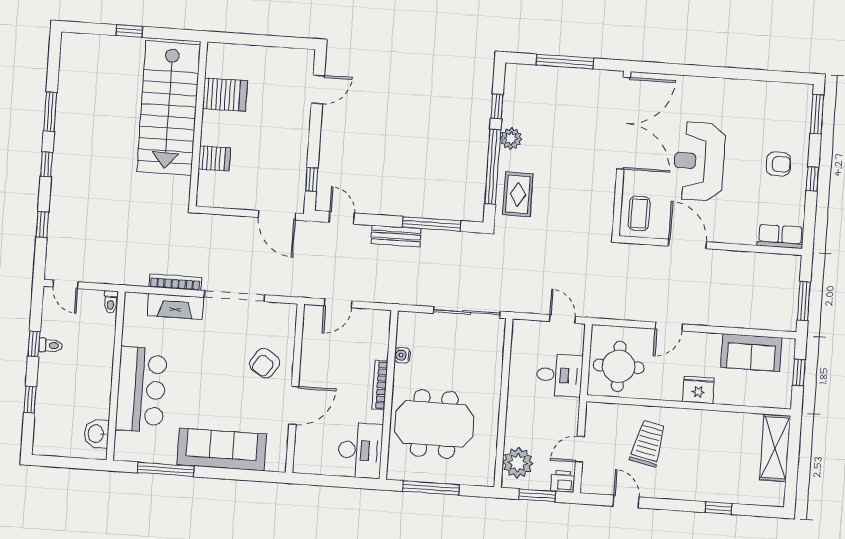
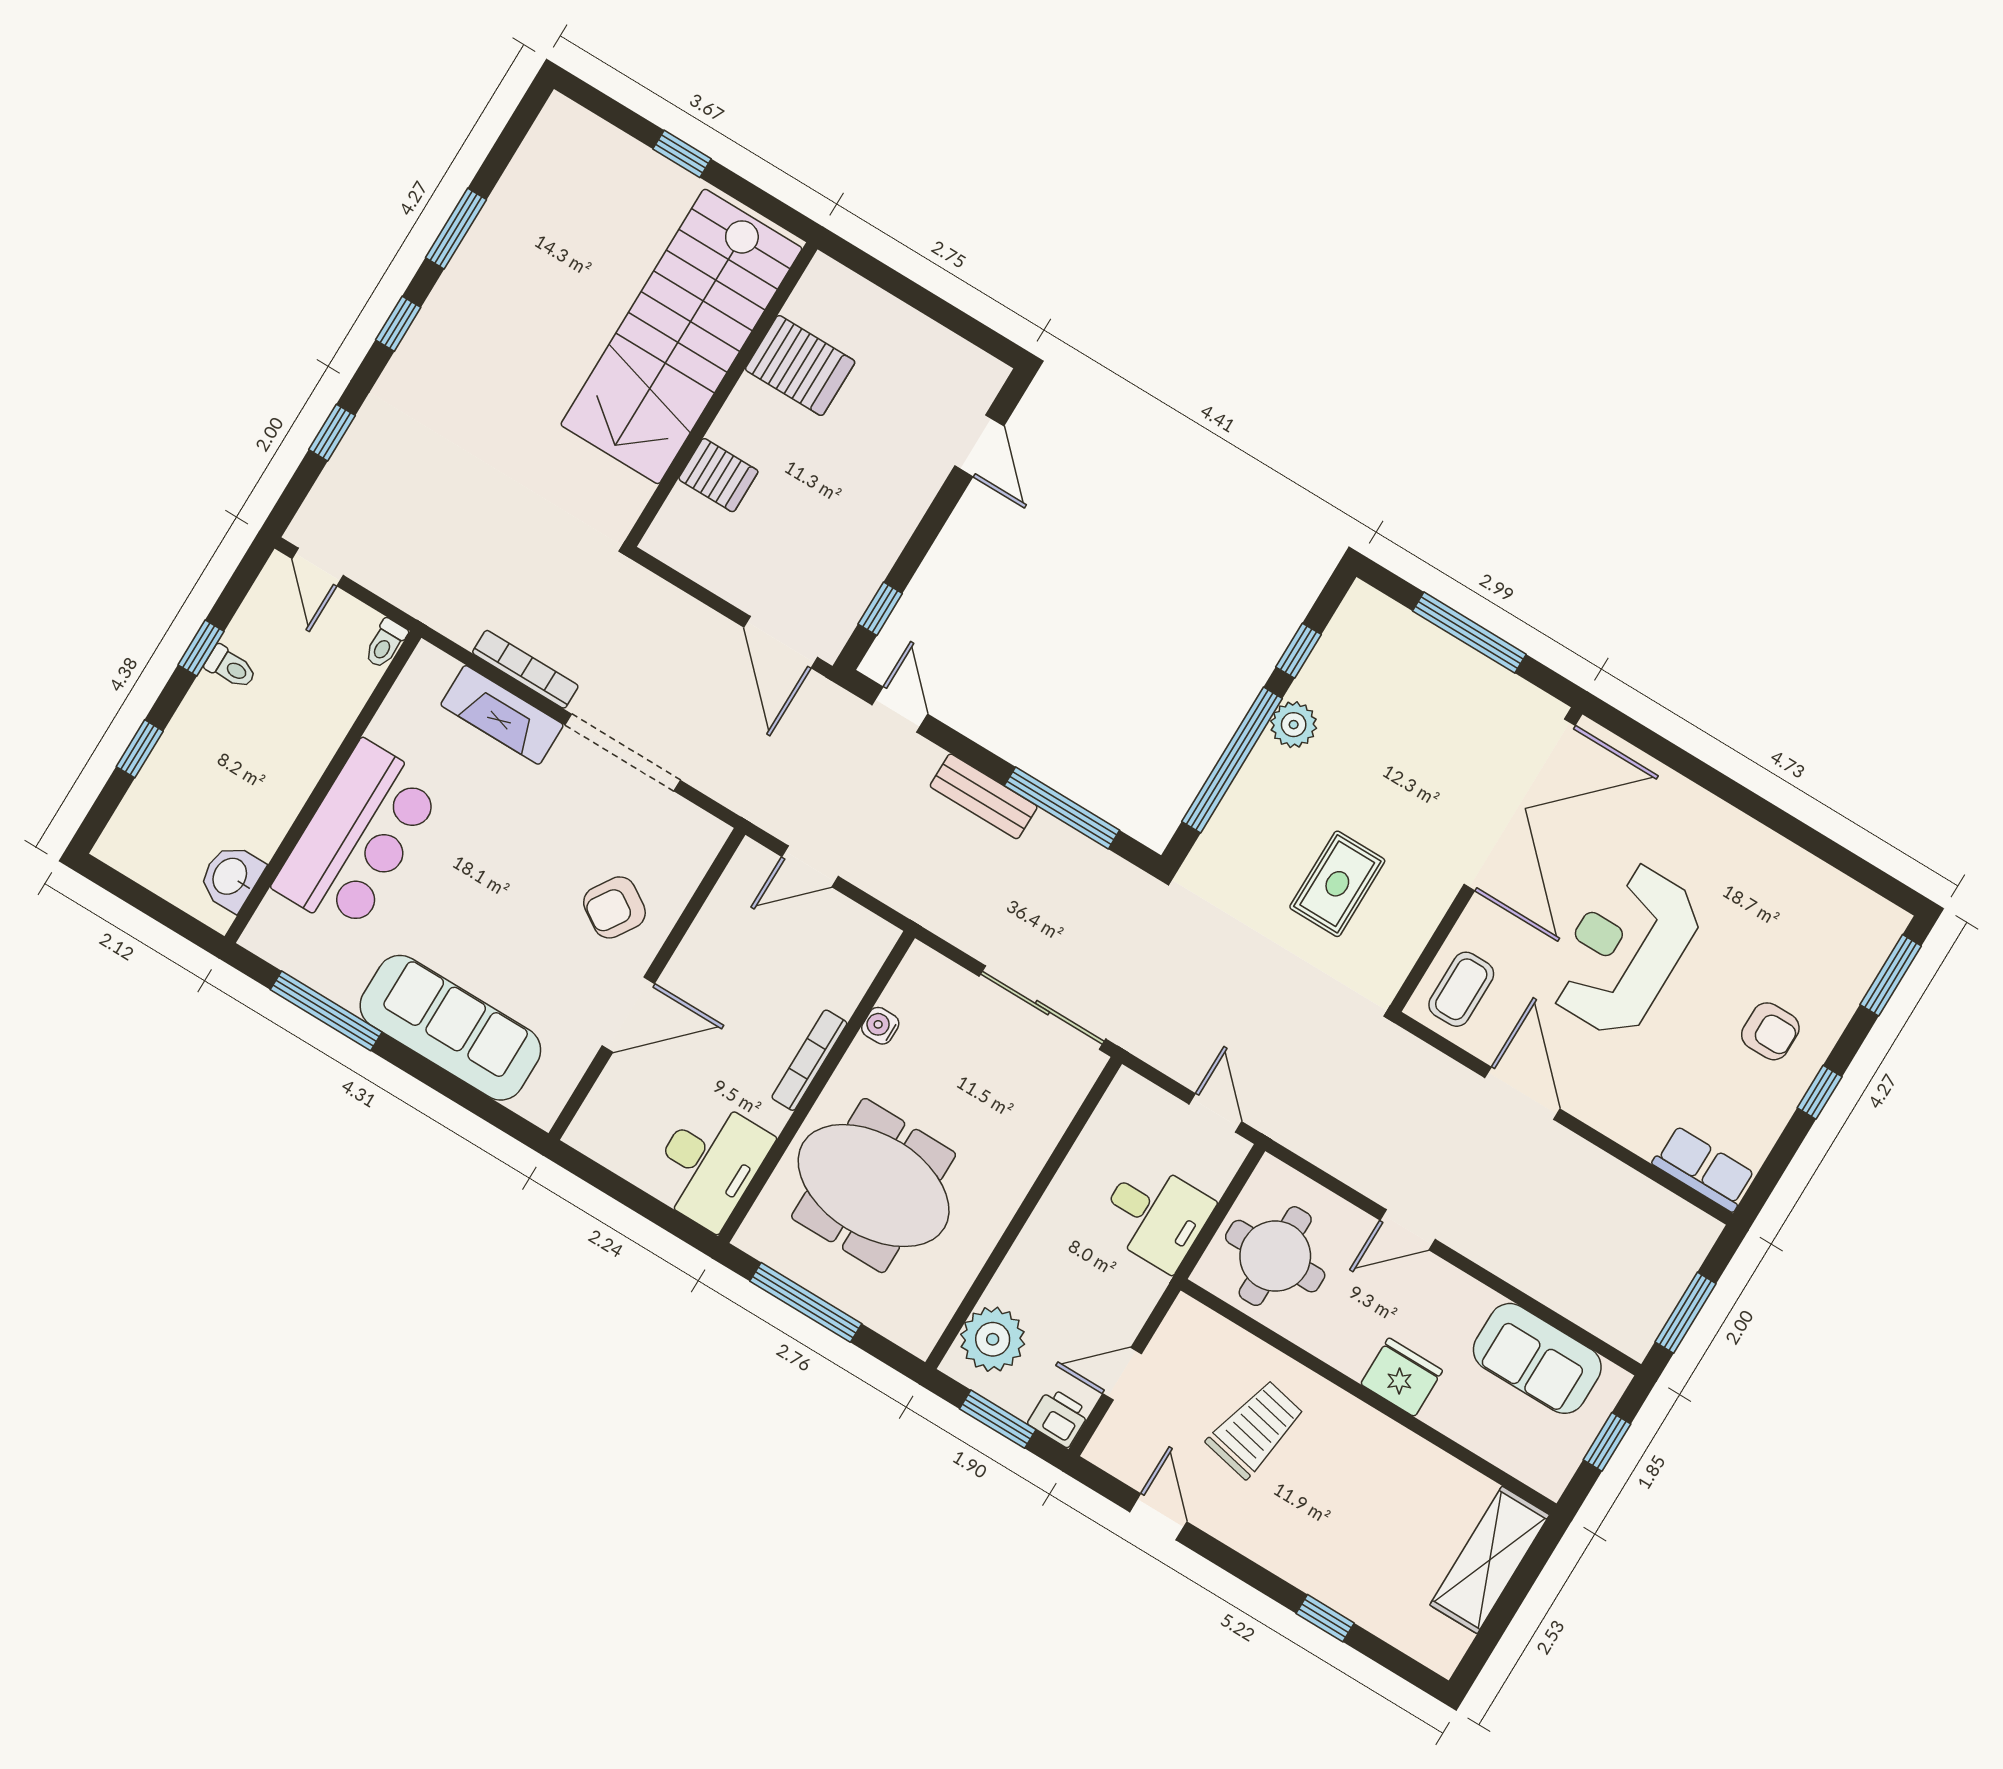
door: (318, 89) -> (979, 446), hinge flipped
rug: (518, 194) -> (1337, 884), moved

